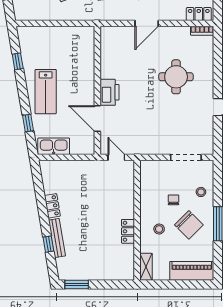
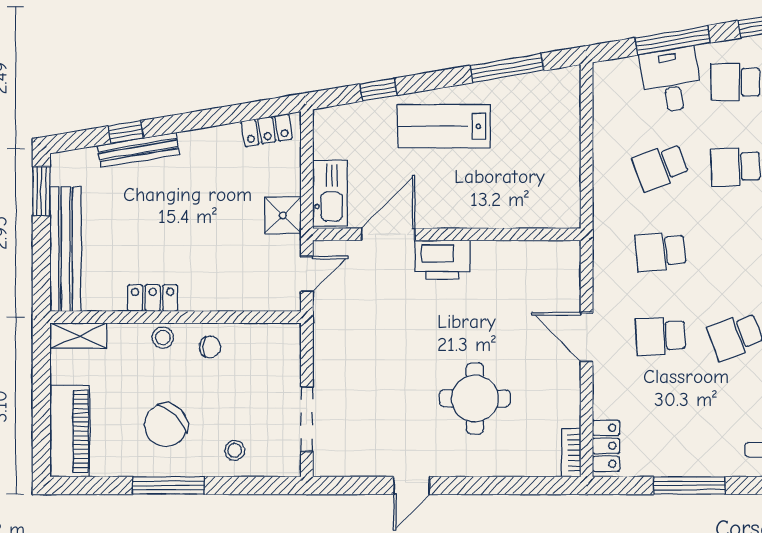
window: (18, 61) -> (507, 68), width x2.17
kitchen sink: (54, 146) -> (330, 193), moved
shower: (88, 169) -> (283, 215), added
chair: (173, 200) -> (210, 347), moved
locker: (52, 206) -> (267, 130), moved
stool: (159, 229) -> (163, 338), moved
bench: (104, 273) -> (66, 249), added

